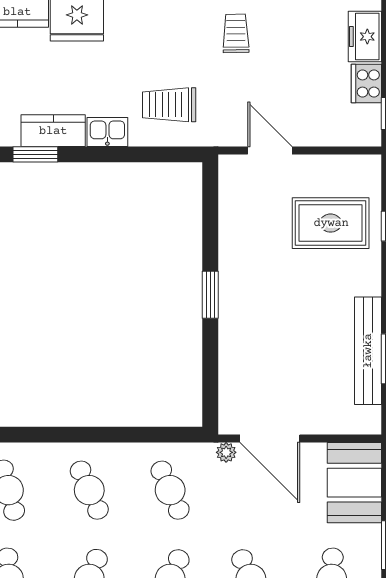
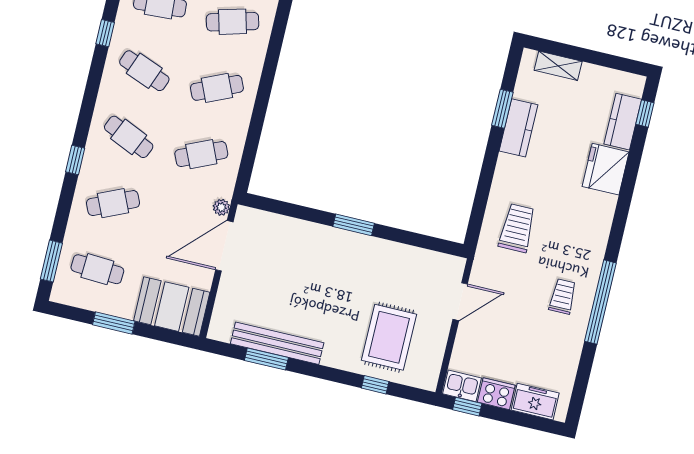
trolley: (236, 33) -> (563, 296), turned -89
kitchen sink: (107, 132) -> (462, 386), moved, turned -90

